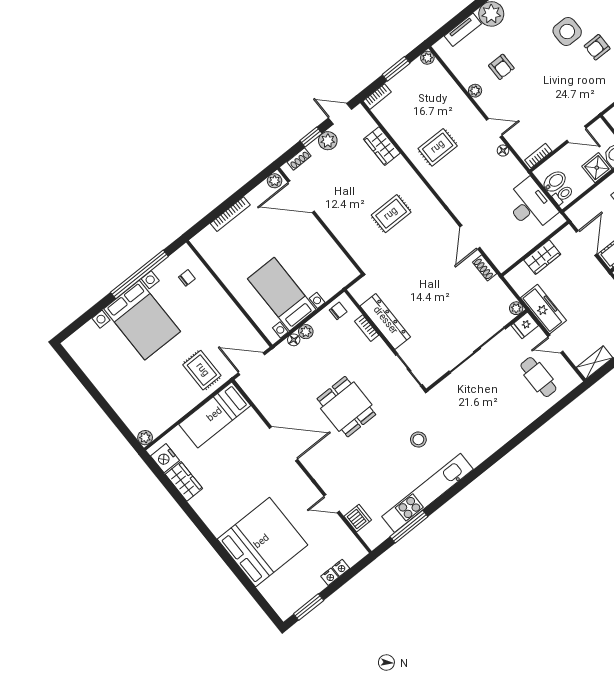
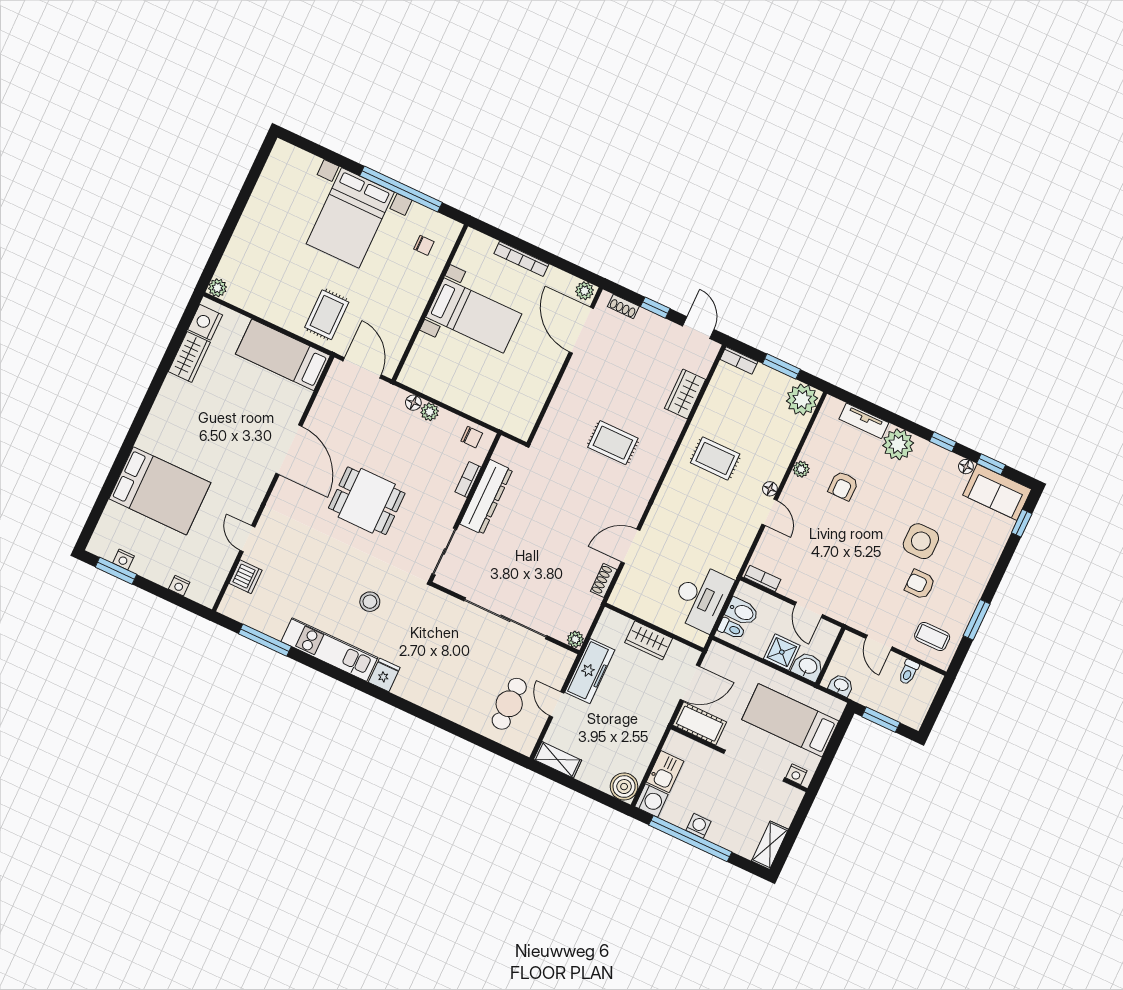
plant: (427, 58) -> (802, 400), width x1.87, depth x1.87
plant: (328, 141) -> (661, 329), removed
floor lamp: (503, 151) -> (770, 489), moved
bed with nightstands: (282, 294) -> (474, 315), moved, turned 90
fridge: (525, 325) -> (384, 675), moved, turned 90
dining table: (346, 407) -> (367, 501), turned 90
kitchen unit: (427, 493) -> (329, 650), width x0.73
bed: (262, 542) -> (160, 491), width x0.73
nightstand: (330, 577) -> (123, 560), moved

